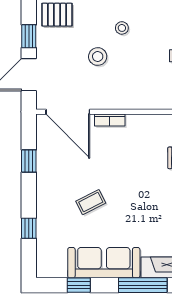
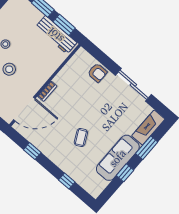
window: (79, 285) -> (125, 173), moved
window: (143, 285) -> (147, 148), width x0.69

